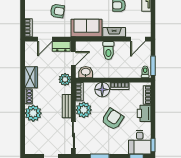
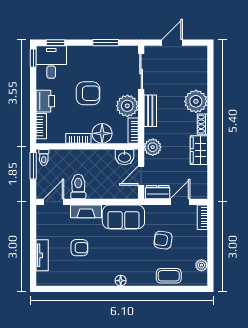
toilet: (108, 50) -> (78, 186), moved
armchair: (113, 119) -> (88, 93), turned -123

